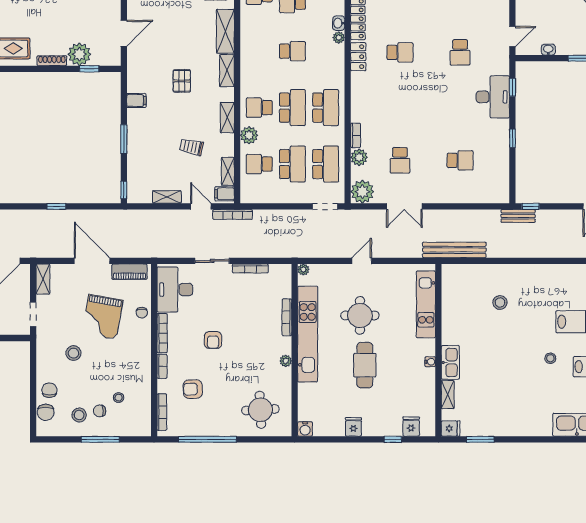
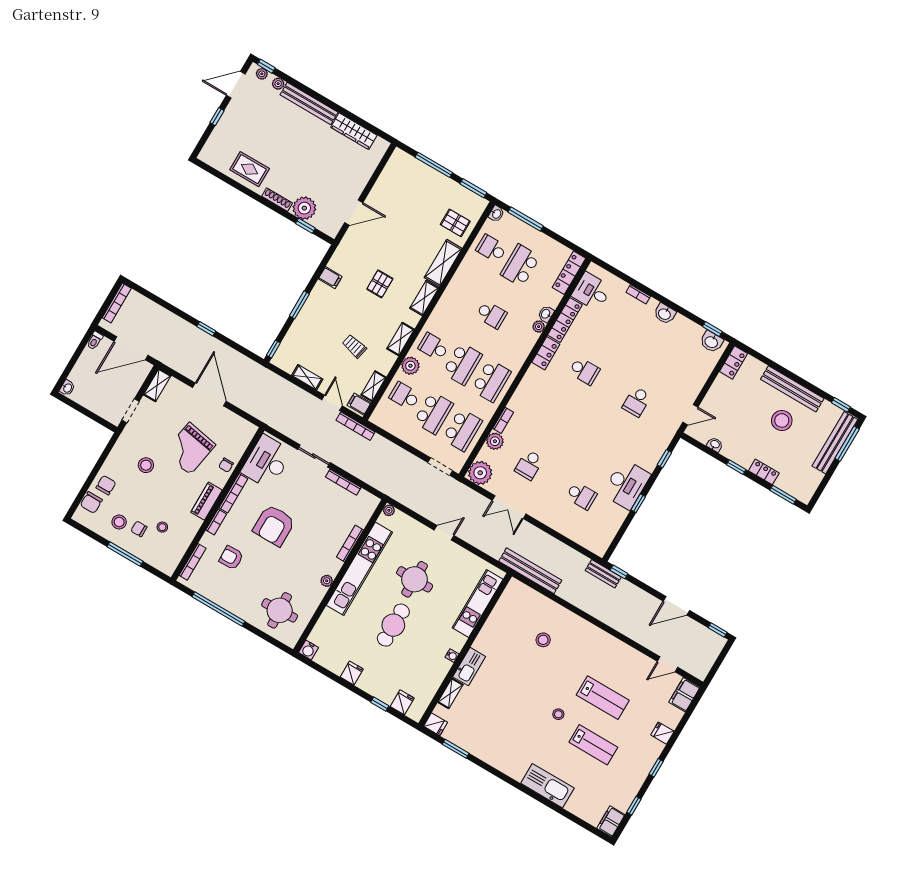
desk: (493, 97) -> (626, 484), moved
piano: (129, 272) -> (206, 501), moved, turned 90
armchair: (213, 340) -> (274, 525), width x1.88, depth x1.88

